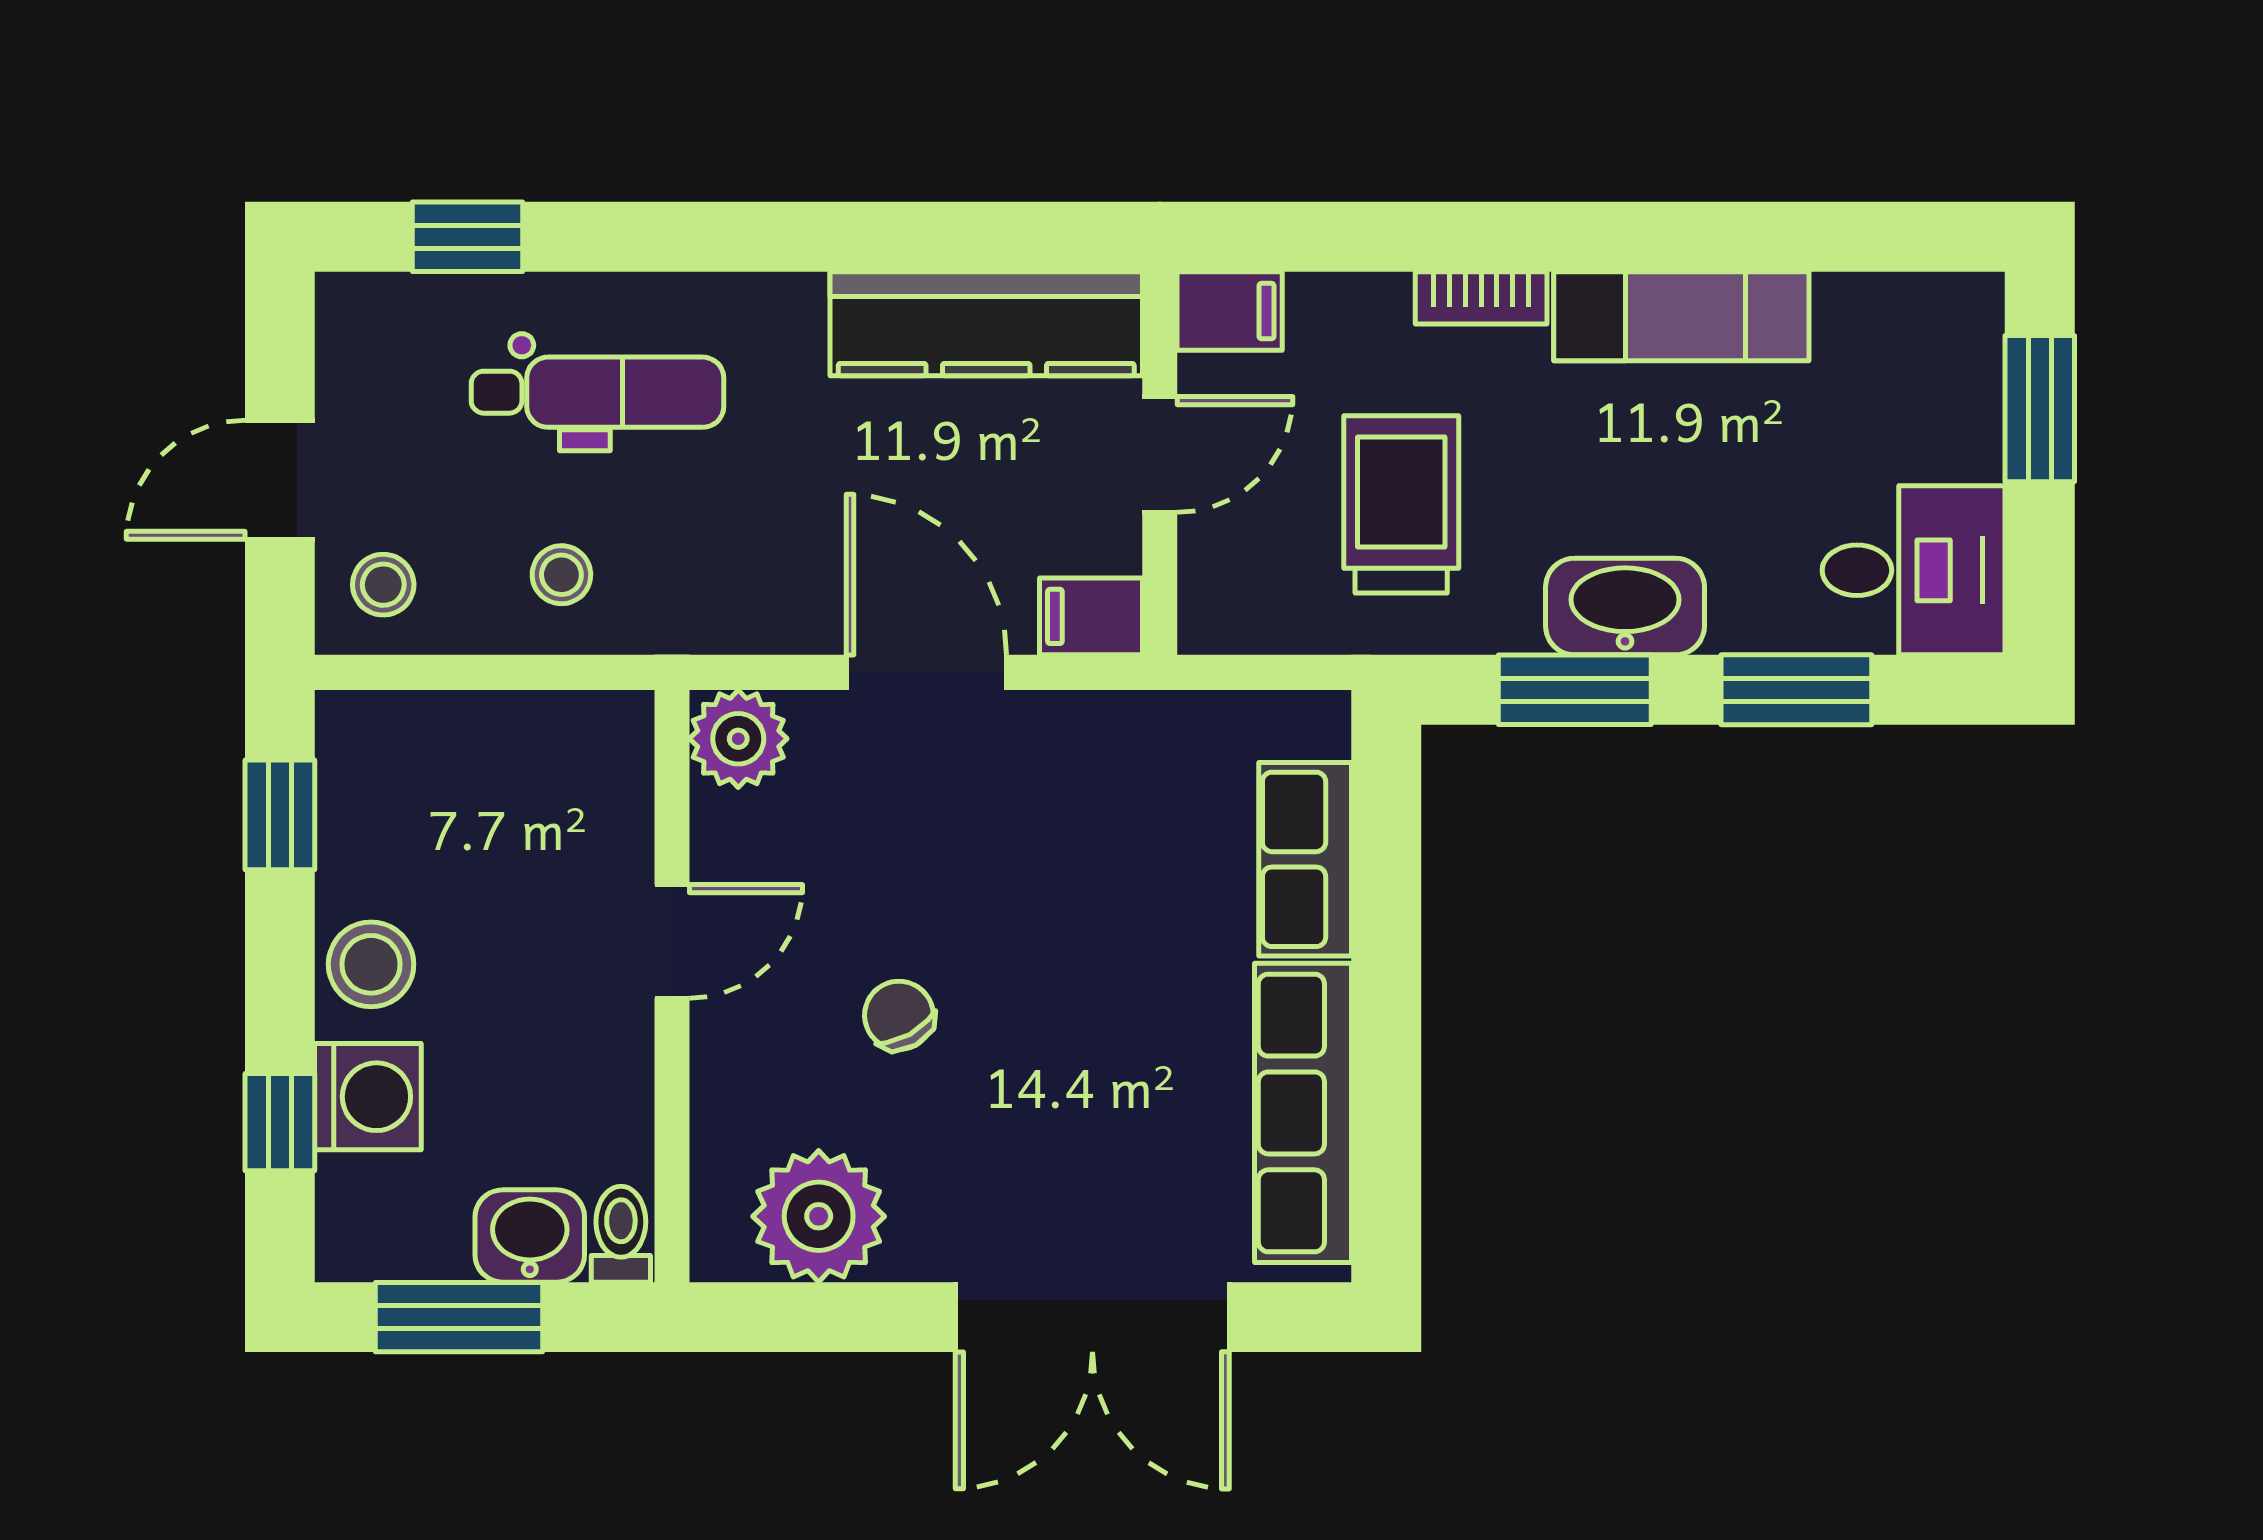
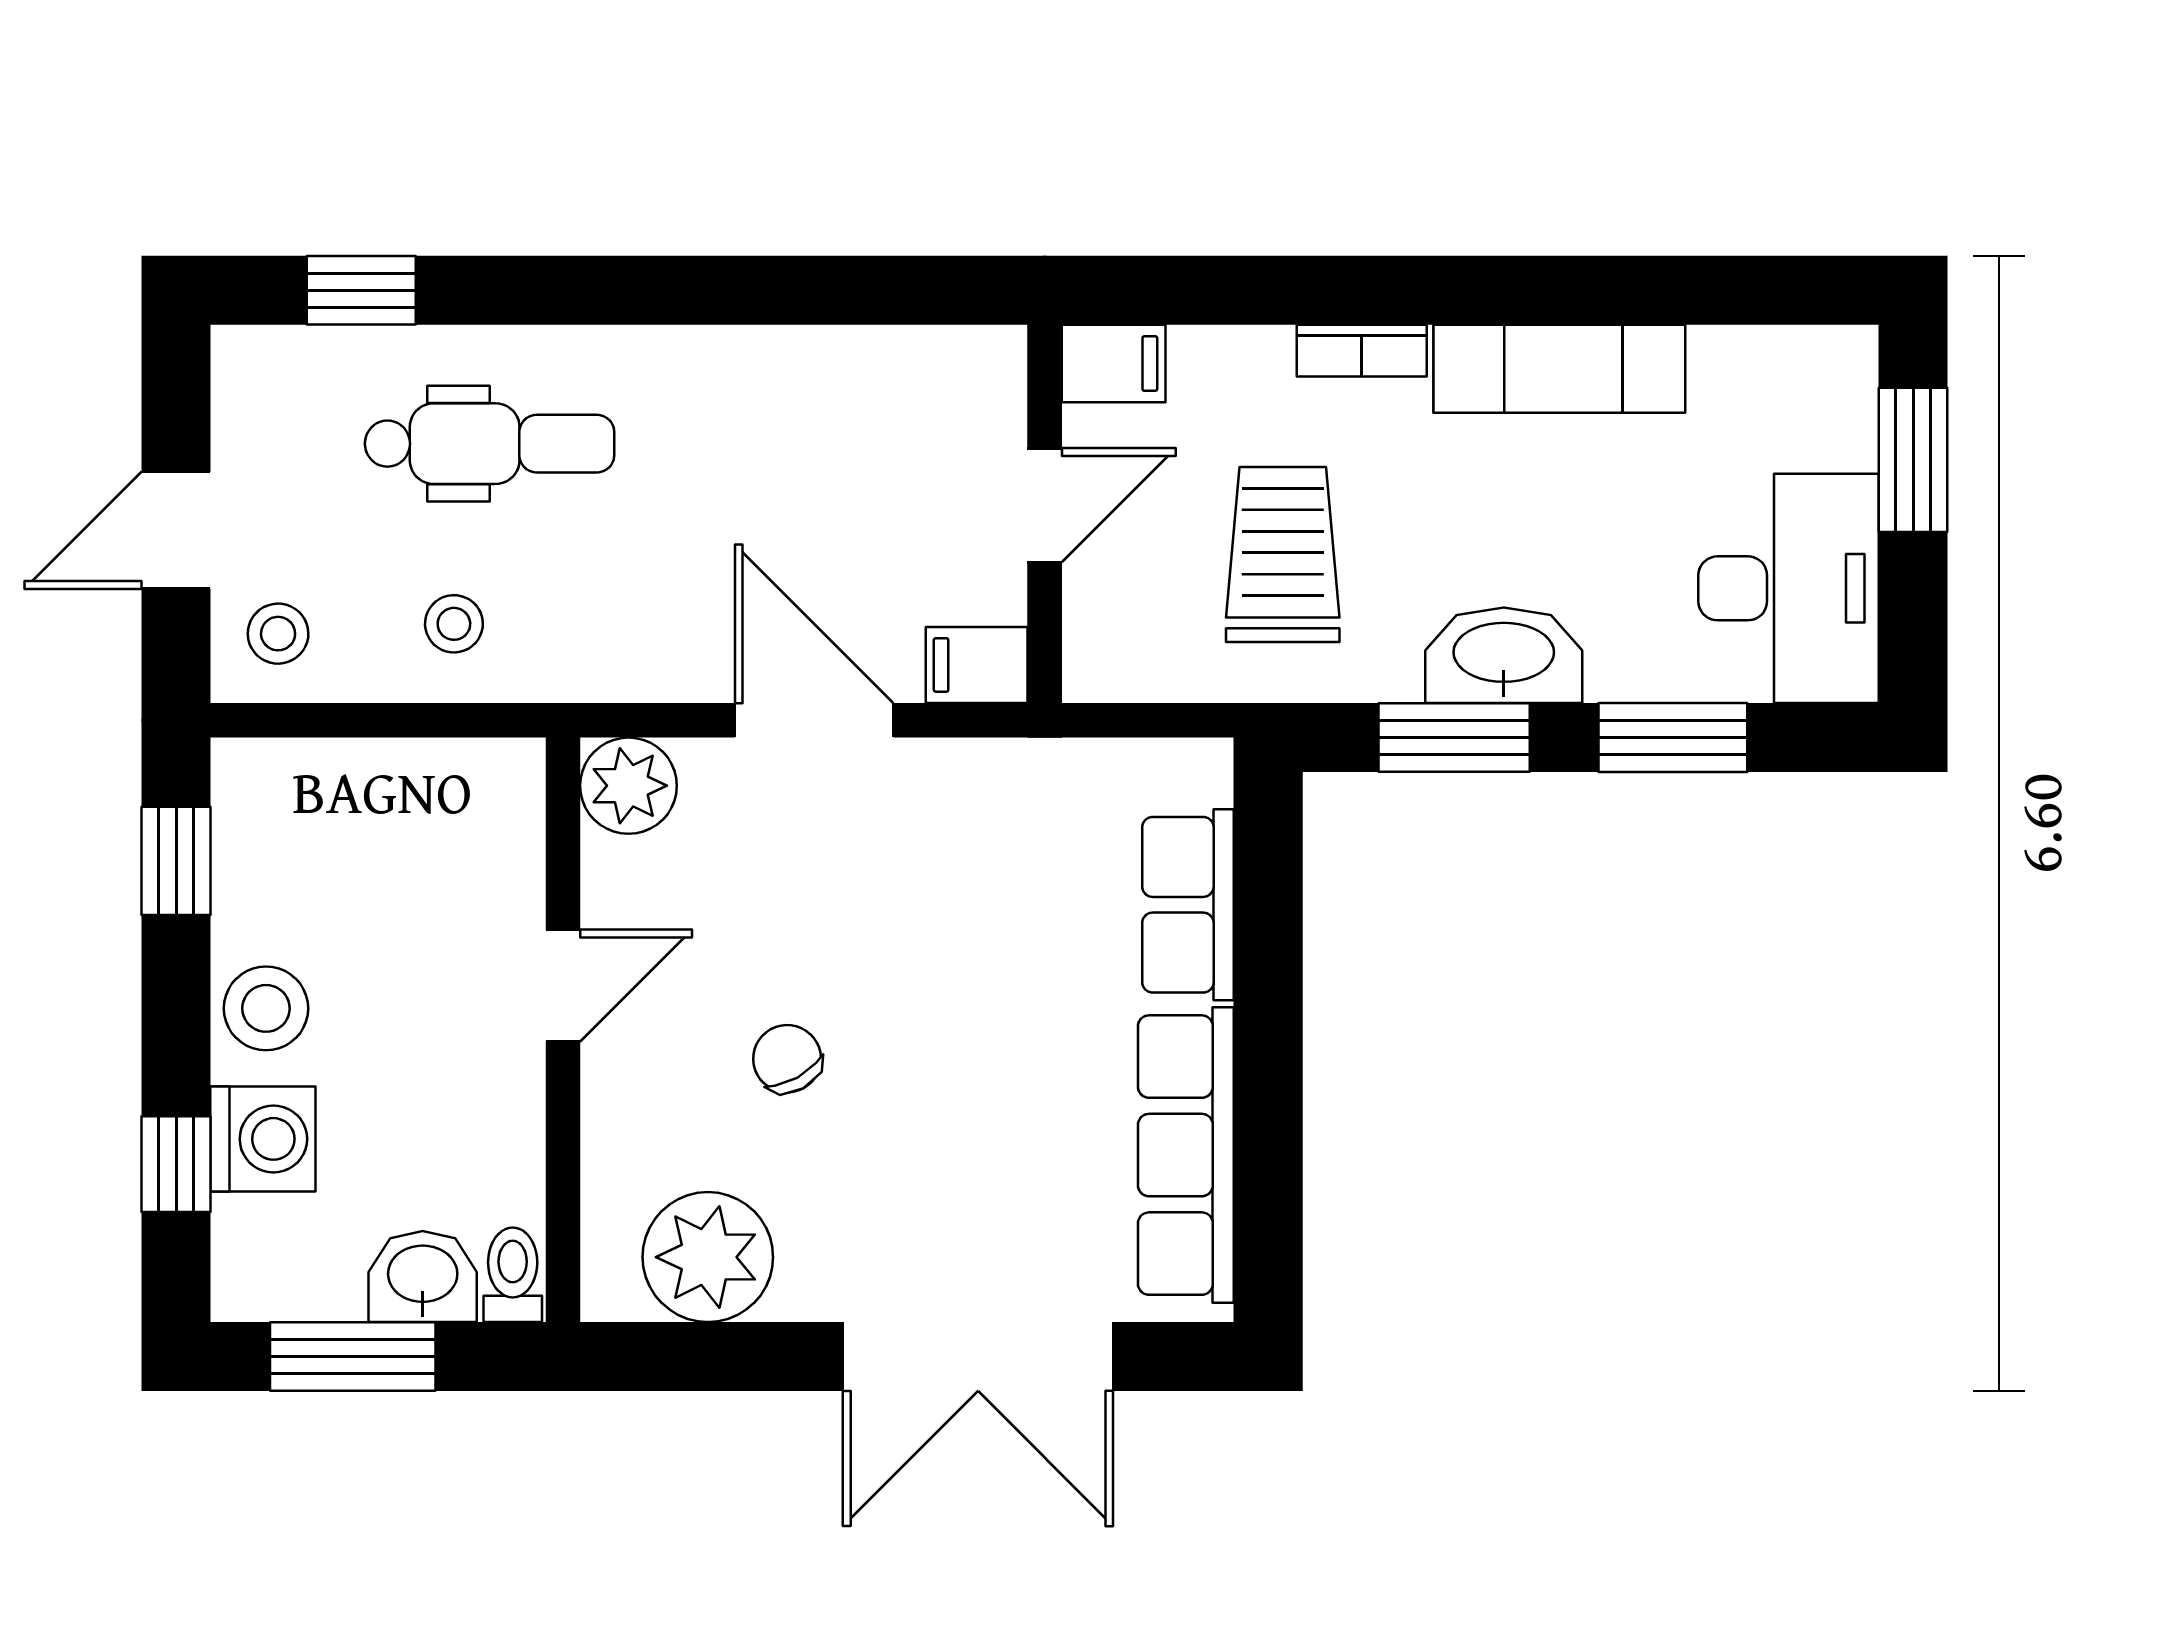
kitchen counter: (986, 324) -> (873, 376), removed
desk: (1914, 570) -> (1789, 588), width x1.37

